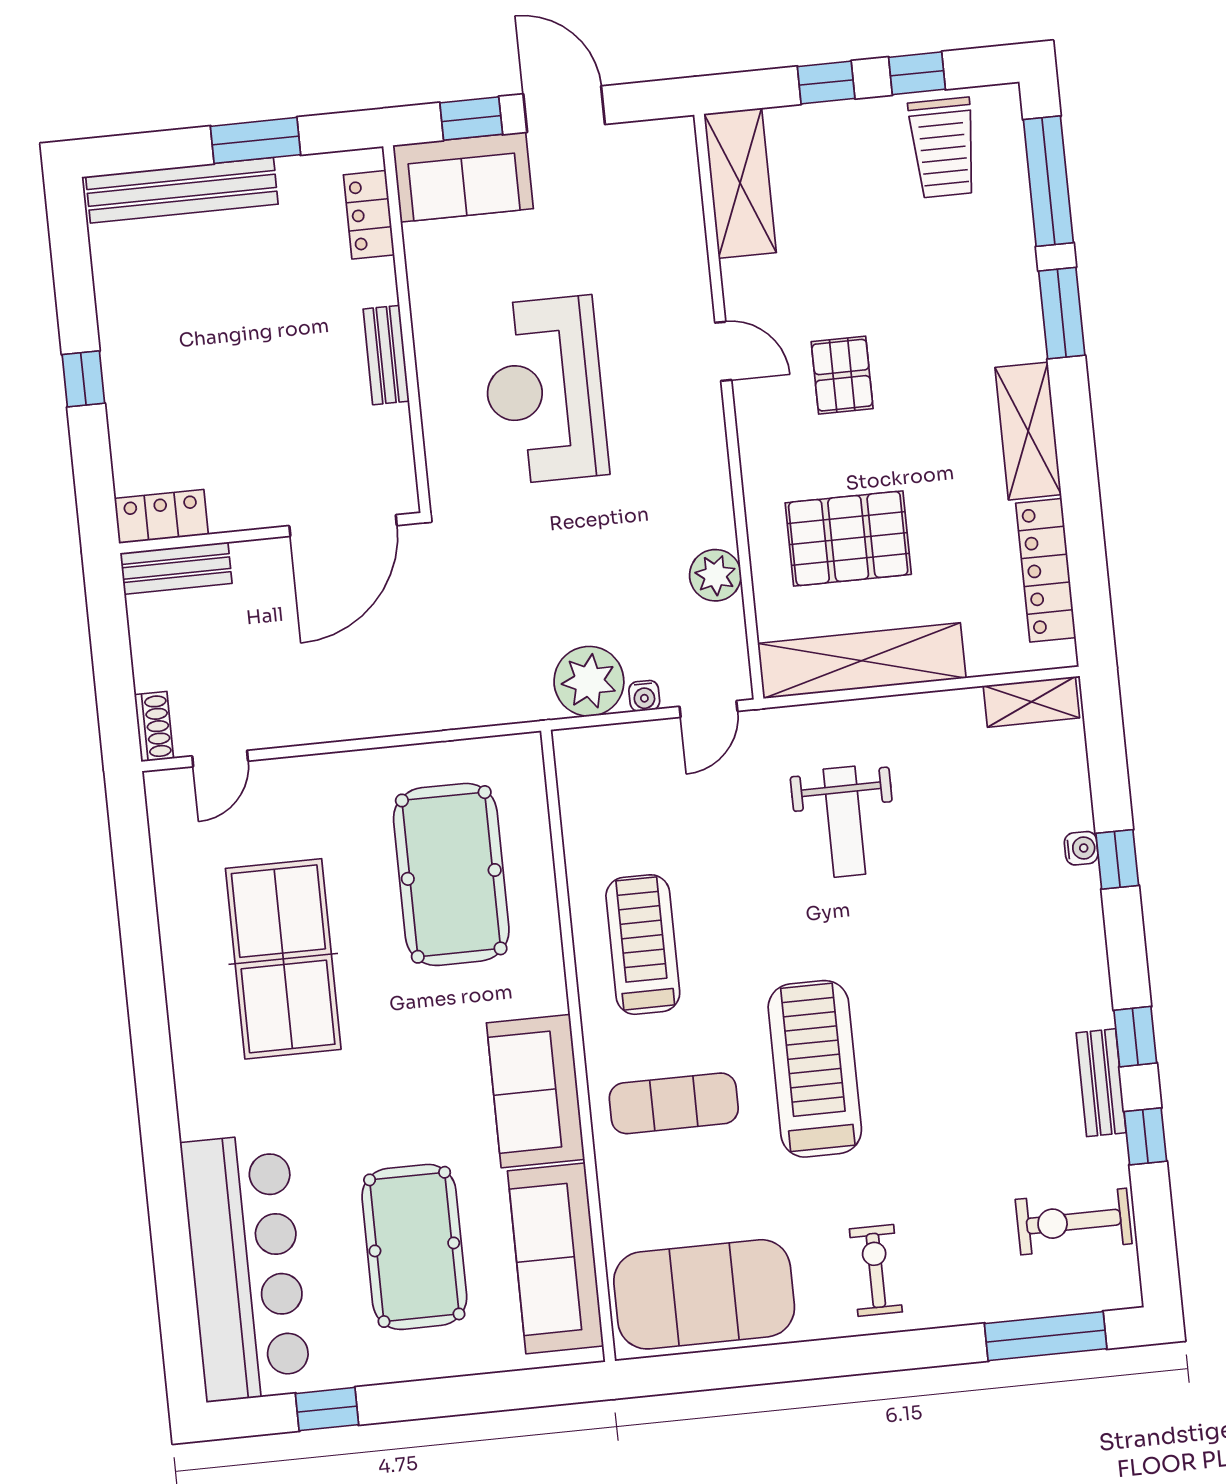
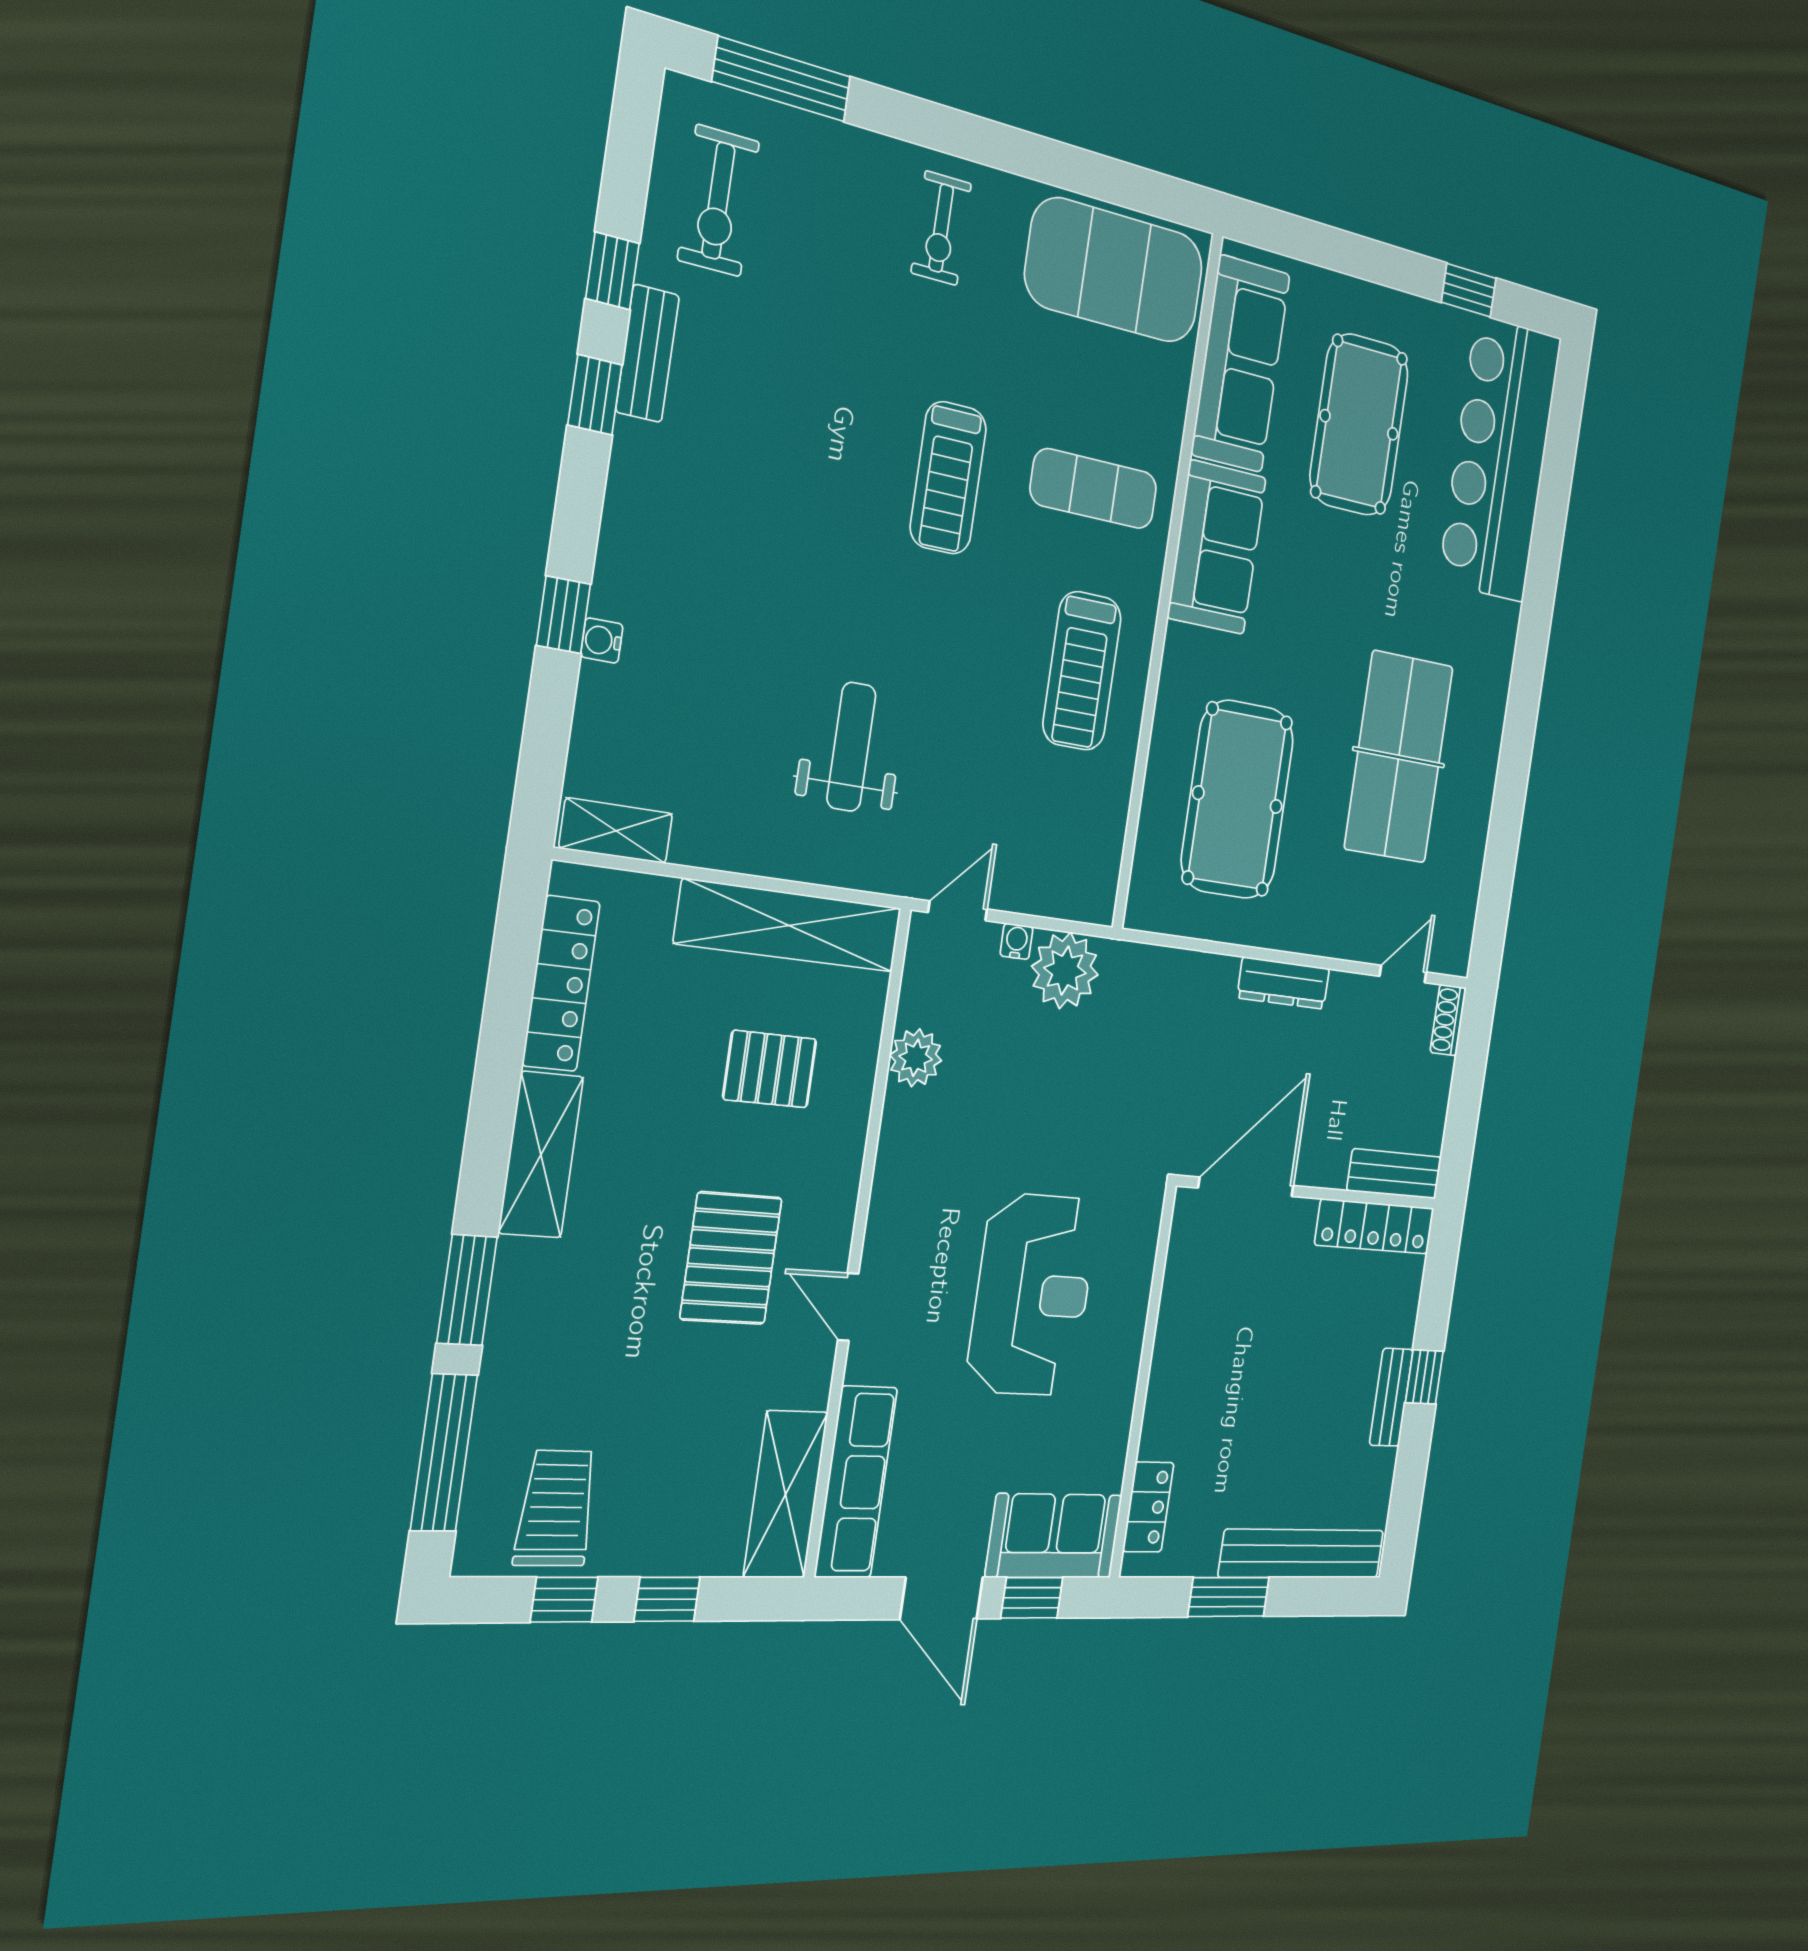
row of seats: (676, 202) -> (856, 1482), added
bench: (386, 355) -> (1391, 1397), moved
pallet: (842, 375) -> (731, 1258), width x1.50, depth x1.42
locker: (161, 517) -> (1375, 1226), width x1.53
pallet: (848, 539) -> (770, 1069), width x0.67, depth x0.71
dresser: (354, 721) -> (1283, 983), added
treadmill: (815, 1069) -> (948, 478), width x0.73, depth x0.73
exercise bike: (1074, 1222) -> (718, 201), turned 90

